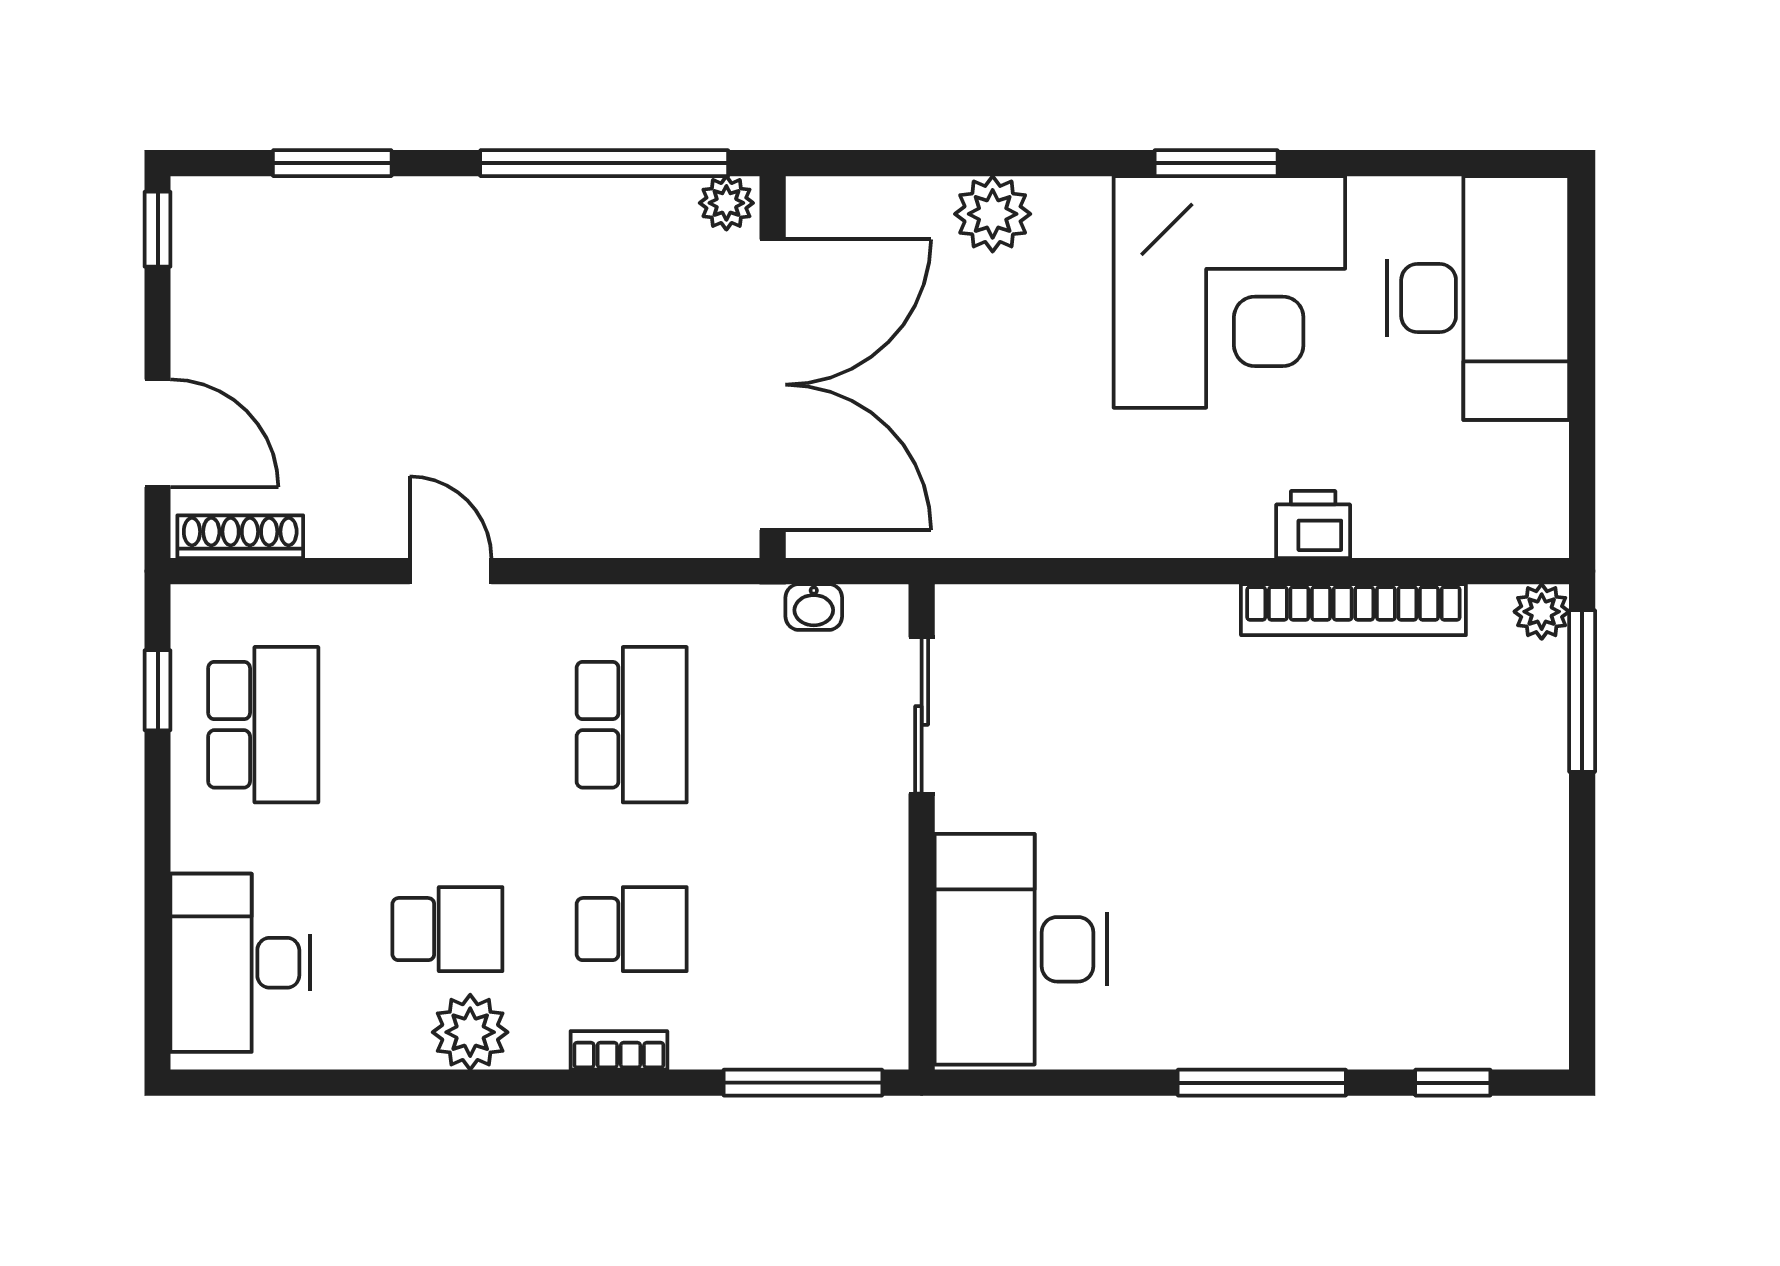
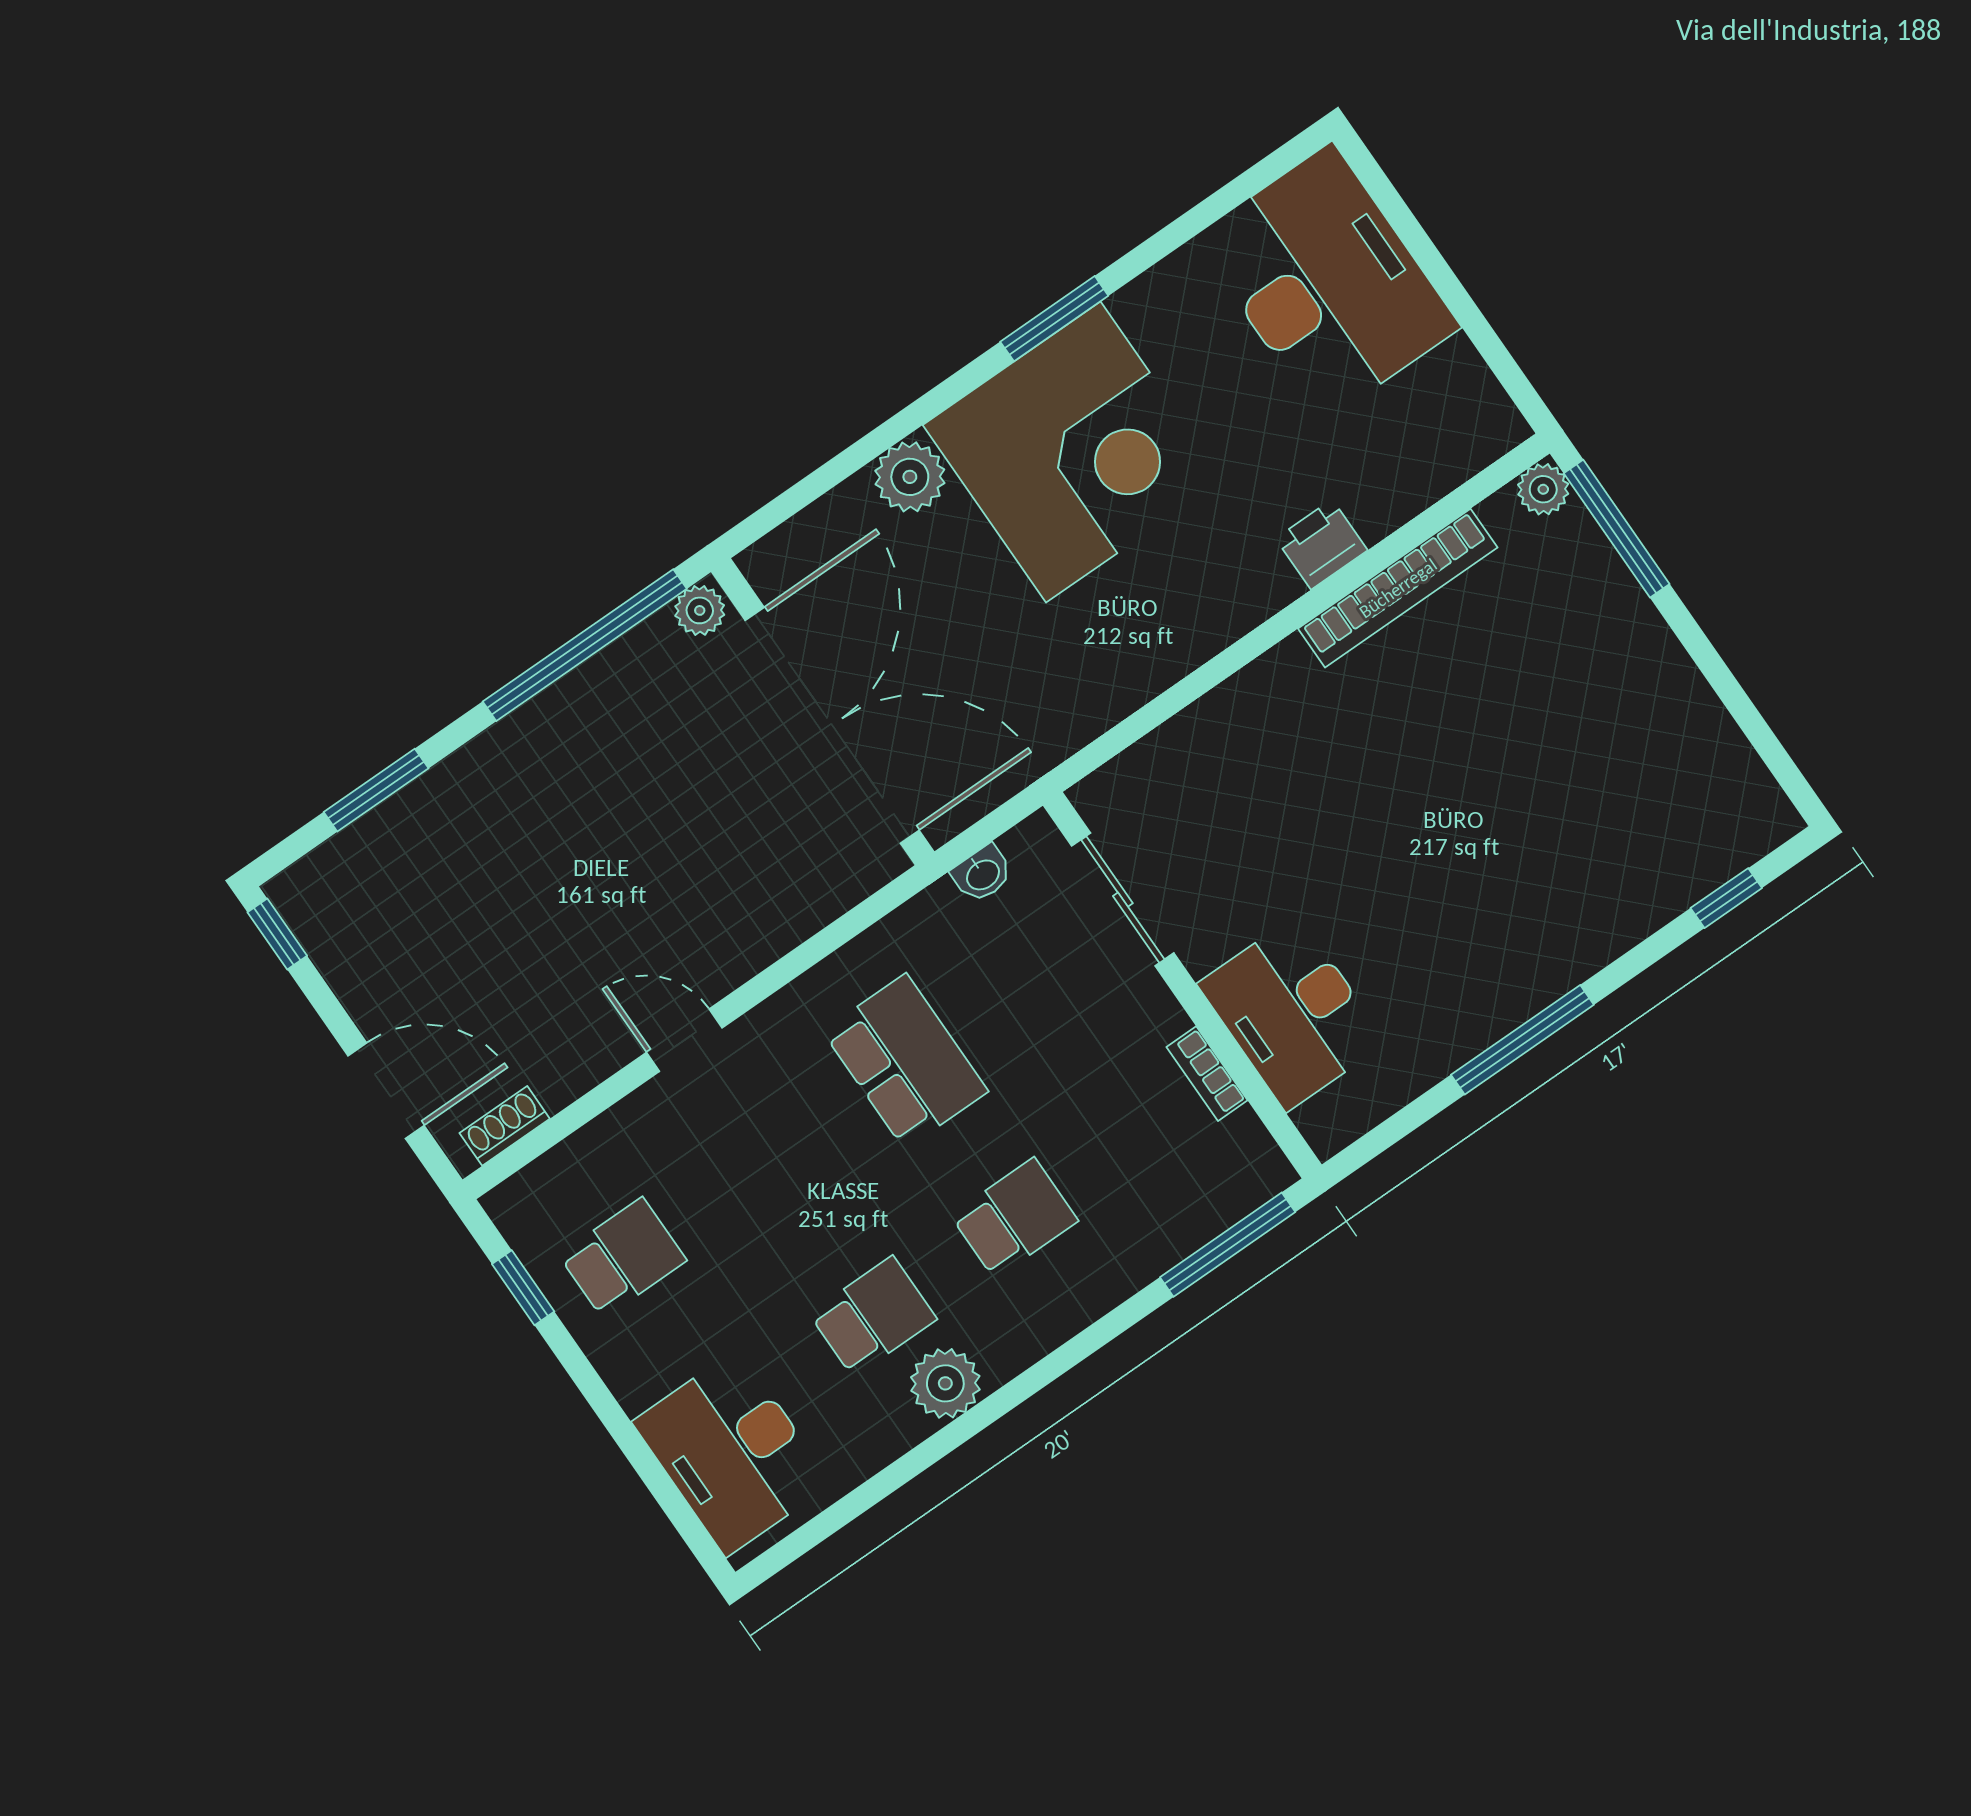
corner desk: (1229, 292) -> (1073, 452), moved
shoe rack: (240, 537) -> (505, 1126), width x0.70
school desk: (263, 725) -> (623, 1258), width x0.54
desk: (1021, 949) -> (1292, 1013), width x0.73, depth x0.77
bookcase: (619, 1050) -> (1207, 1074), moved, turned -90
window: (1262, 1083) -> (1522, 1040), moved

